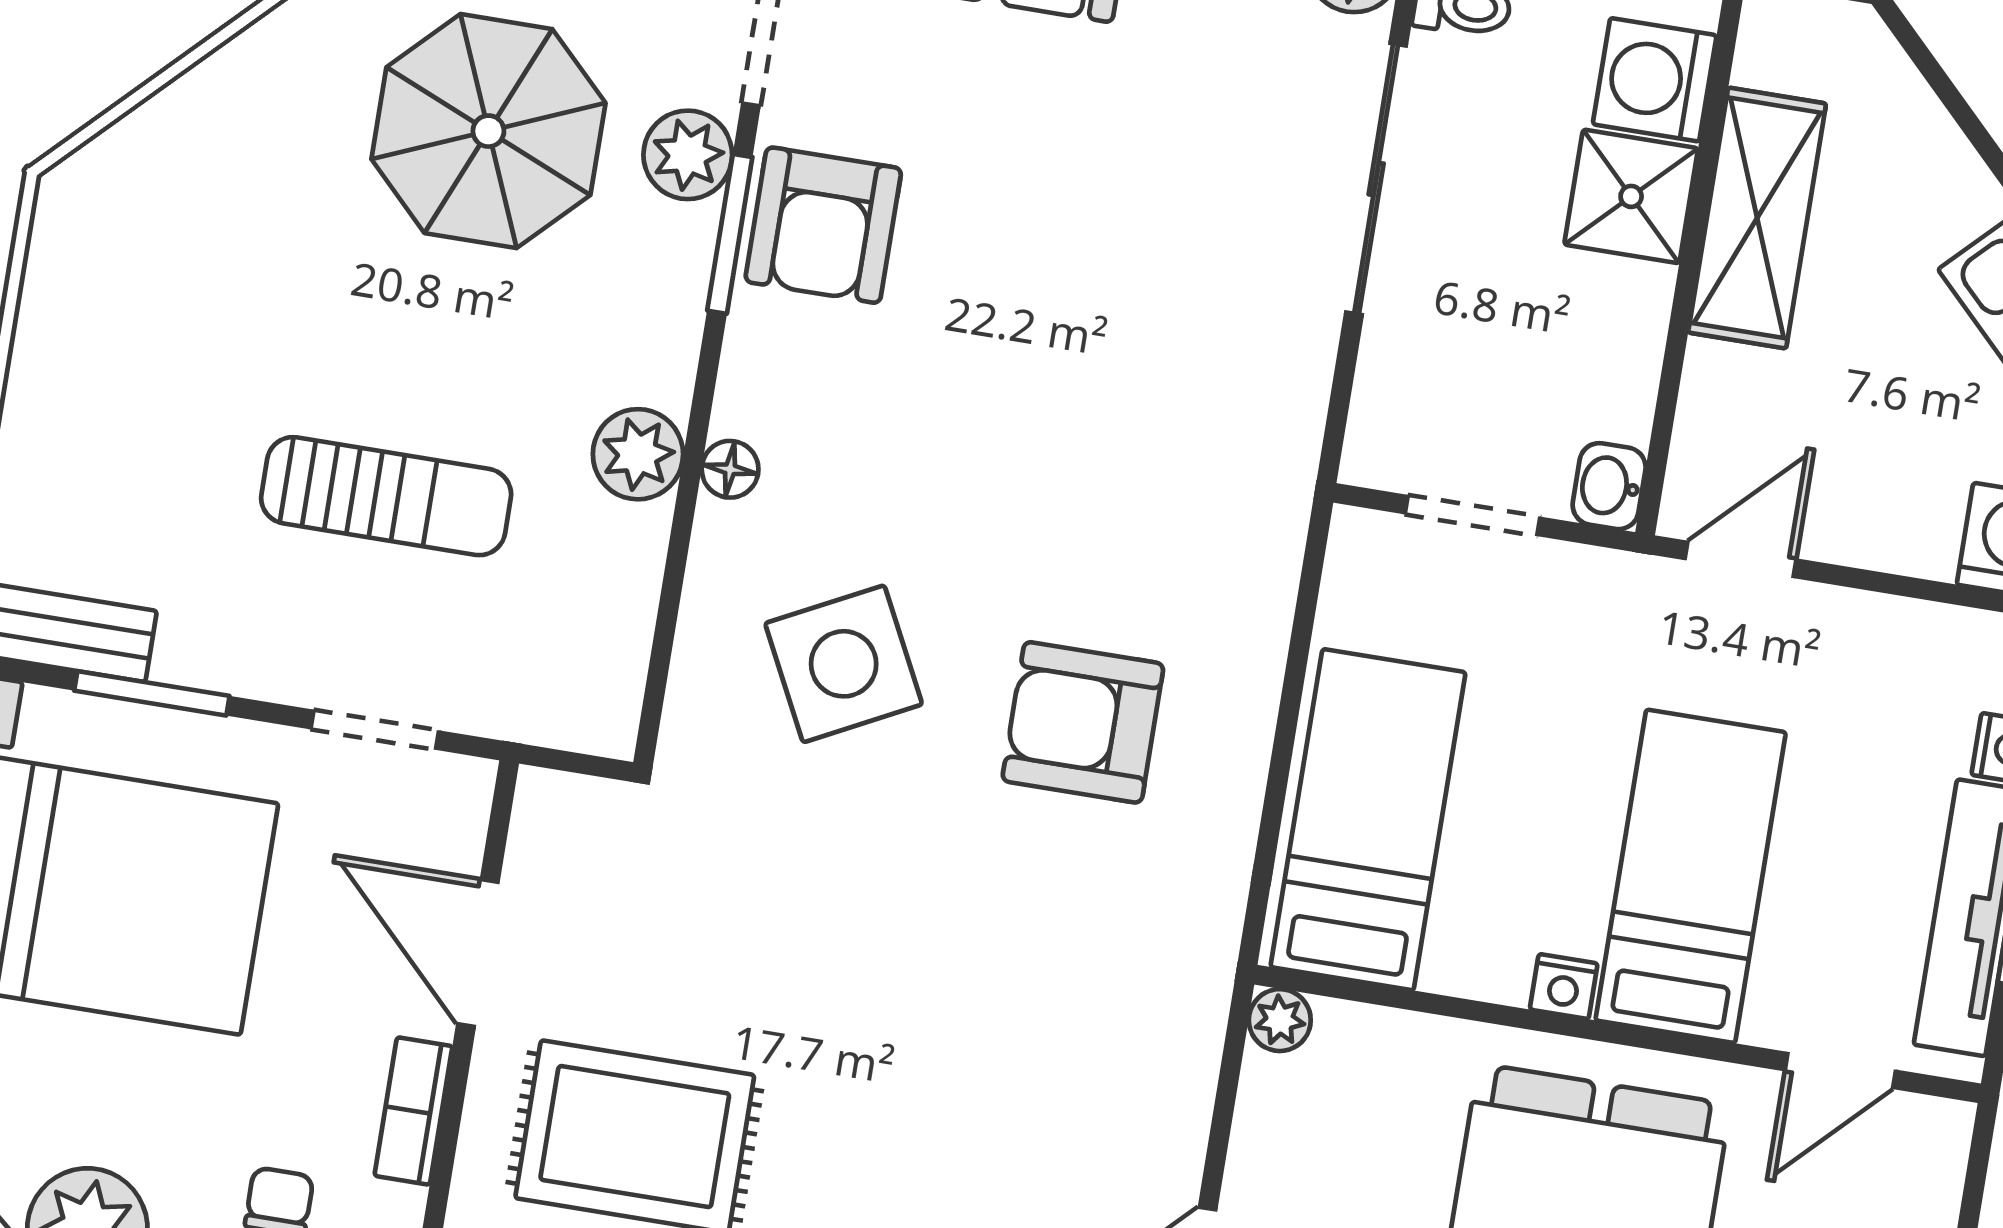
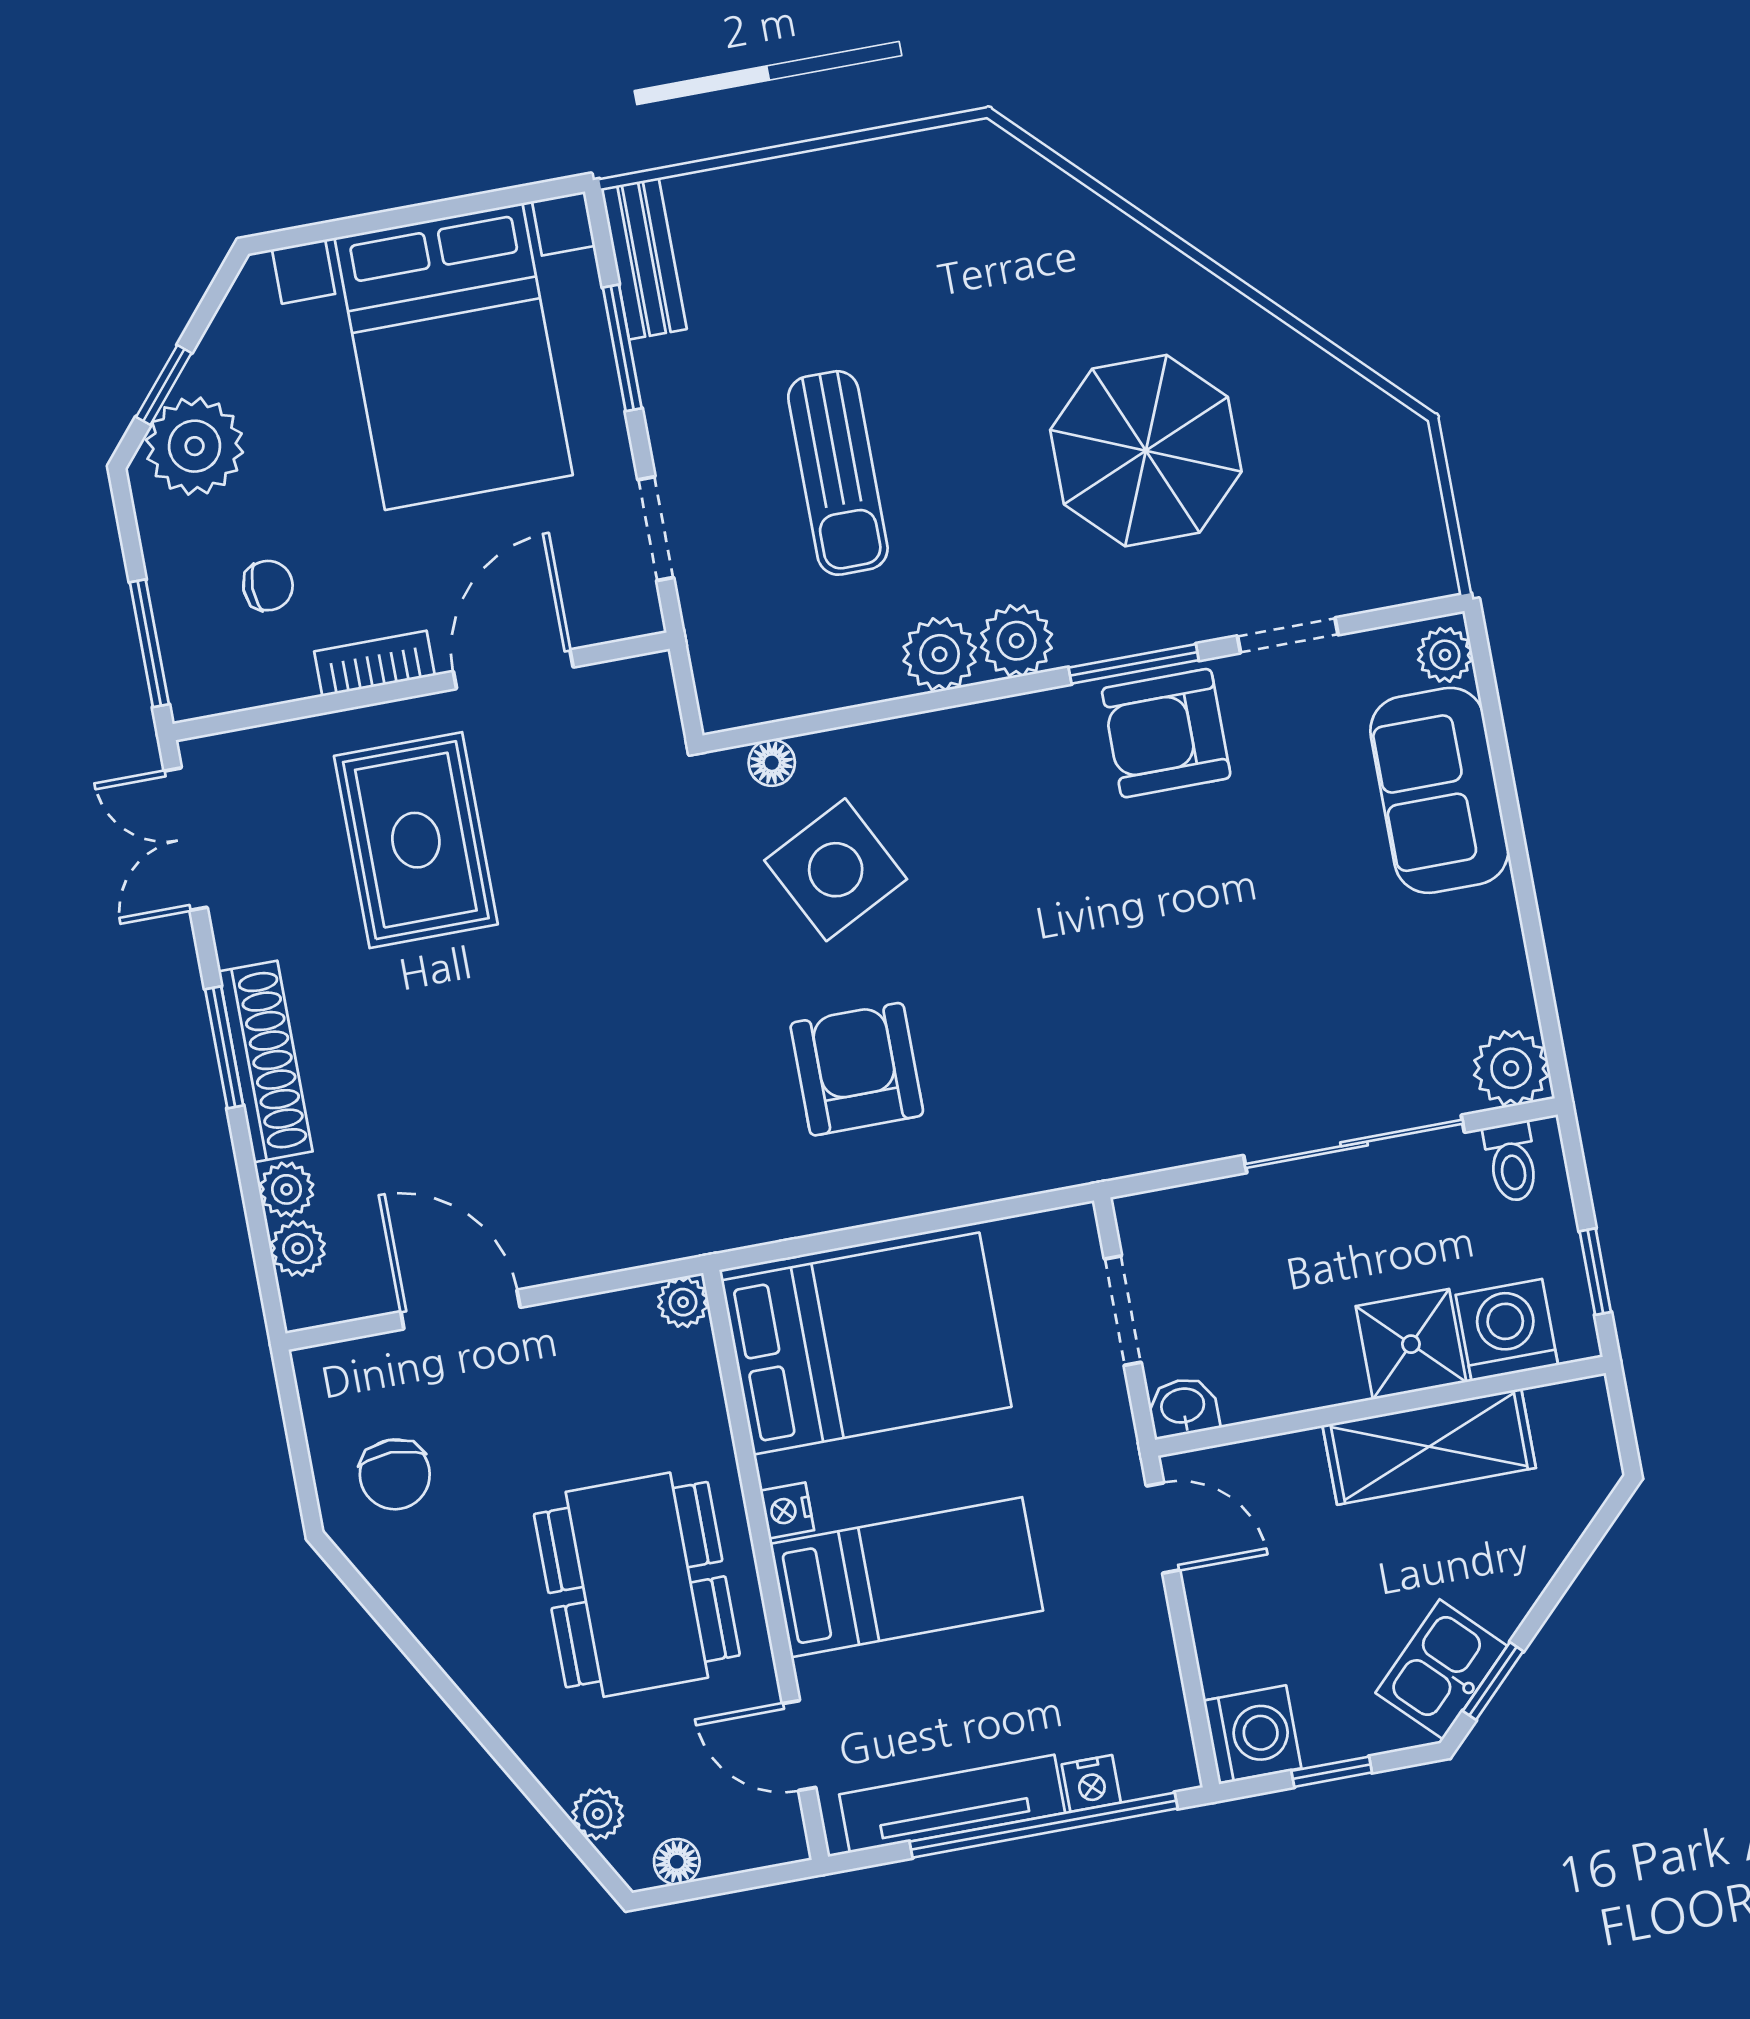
plant: (688, 155) -> (1017, 641), moved
floor lamp: (730, 469) -> (772, 763), moved
bed: (1368, 820) -> (866, 1344), width x1.50

